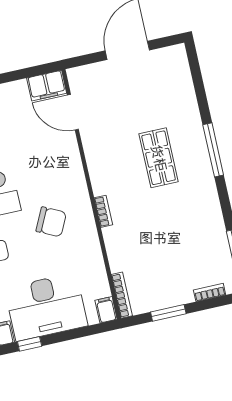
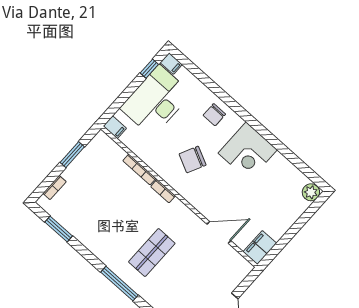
door: (73, 112) -> (219, 232), moved
shop shelf: (159, 158) -> (152, 253), turned 90
bookcase: (122, 295) -> (139, 170), moved

